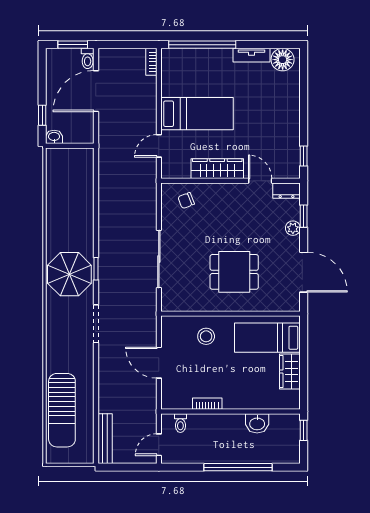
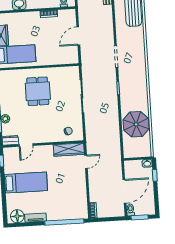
bed: (197, 114) -> (26, 183), moved, turned 180
wardrobe: (217, 169) -> (69, 150), moved
door: (260, 181) -> (26, 145), hinge flipped
dining table: (234, 272) -> (38, 91), turned 90
parasol: (69, 274) -> (136, 124), moved
stool: (206, 336) -> (52, 53), removed
door: (159, 363) -> (78, 36), swing flipped

